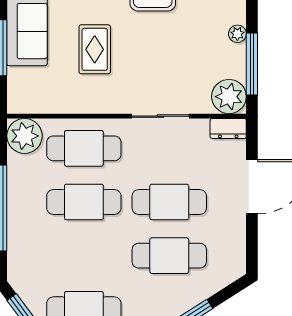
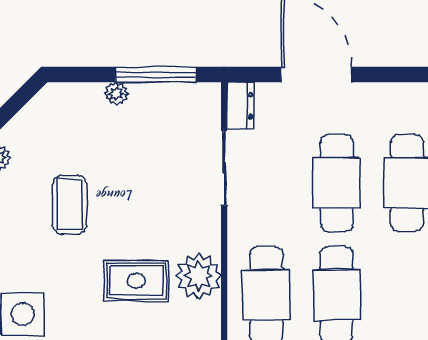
plant: (229, 97) -> (198, 276), moved
sliding door: (160, 116) -> (224, 168), moved

